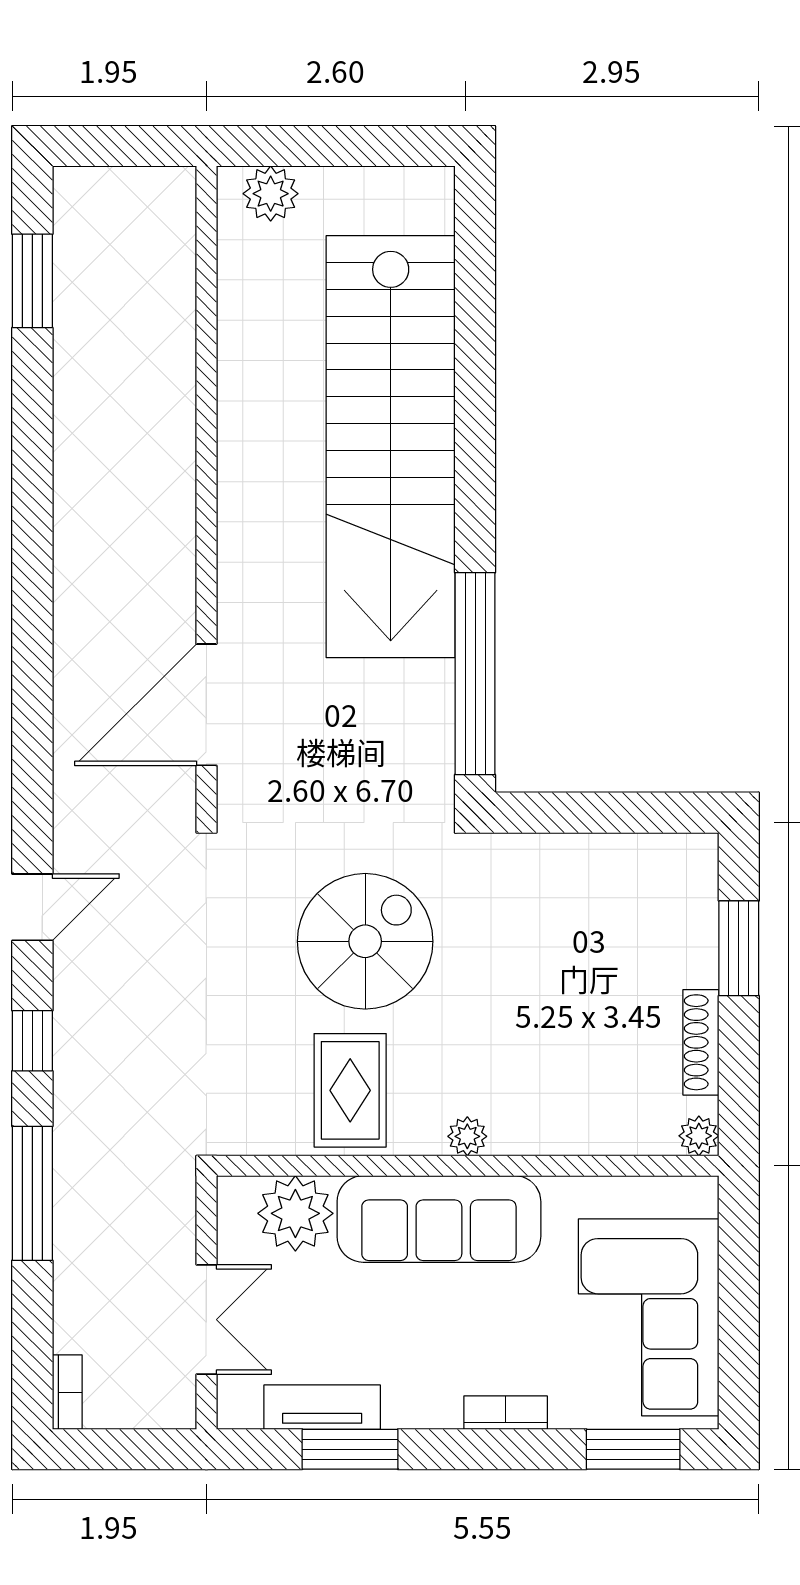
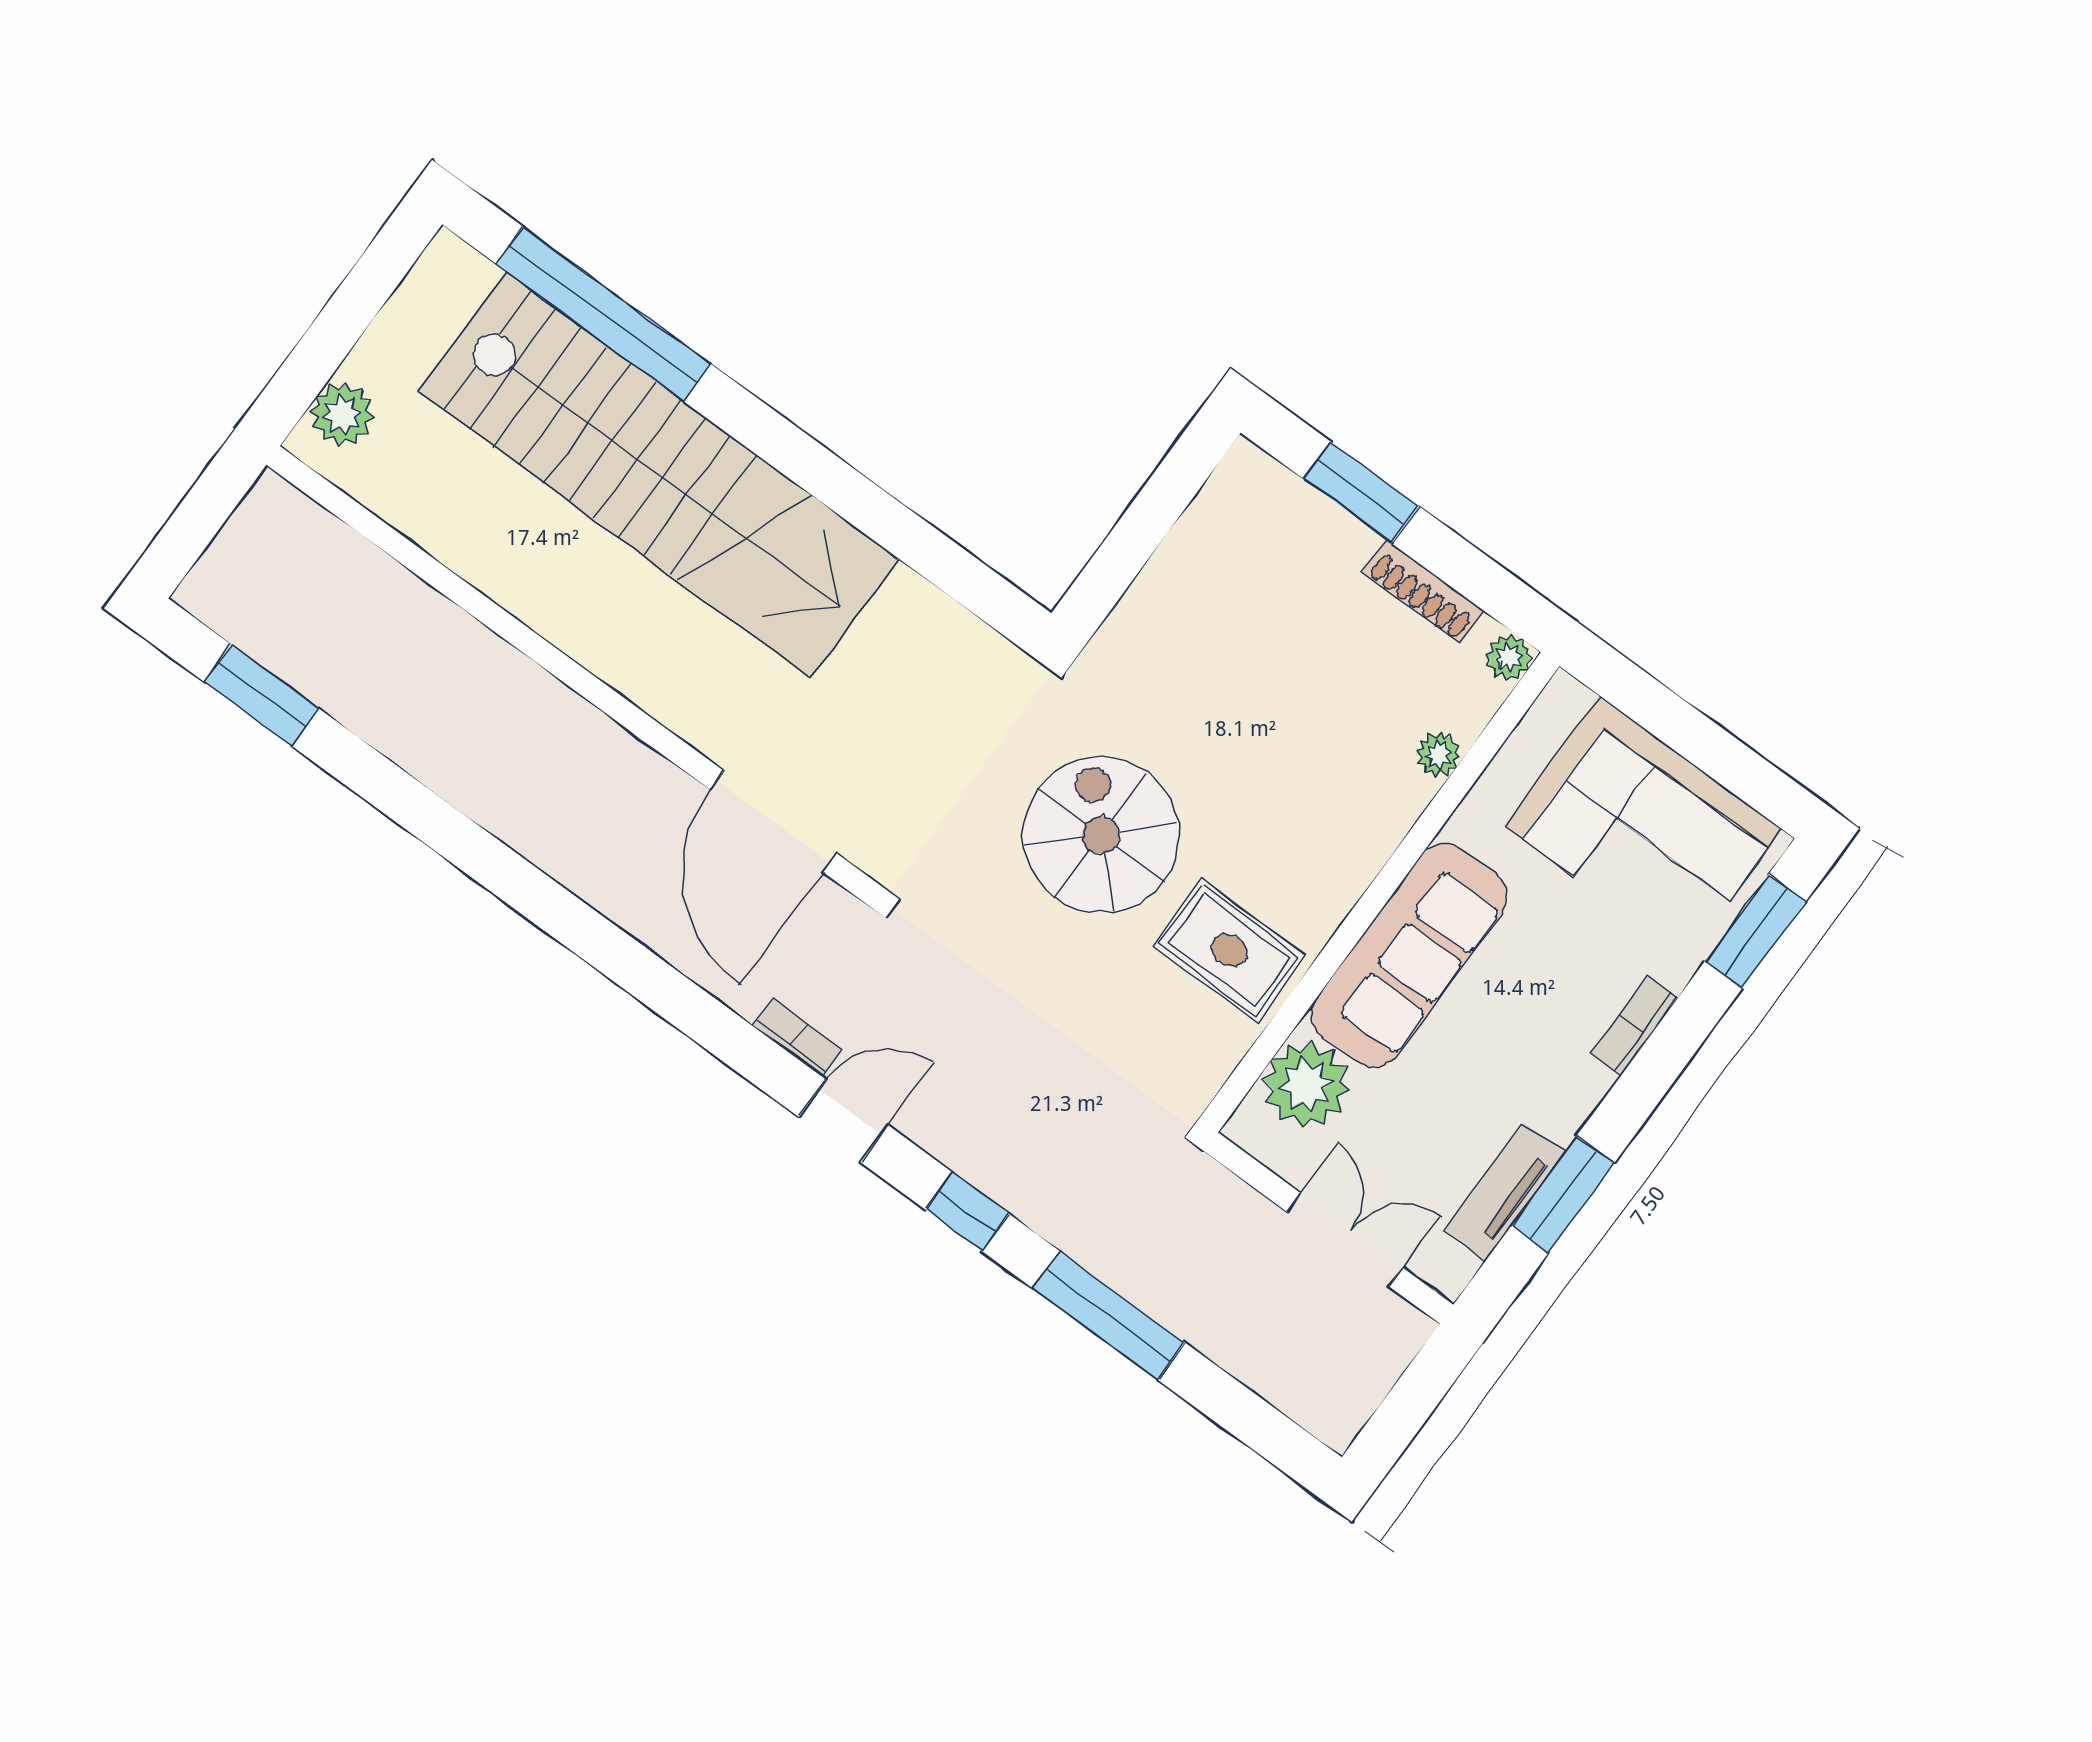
window: (475, 674) -> (603, 314), moved
door: (32, 907) -> (843, 1121), hinge flipped
plant: (467, 1136) -> (1438, 754), moved
bookcase: (67, 1392) -> (797, 1037), moved

